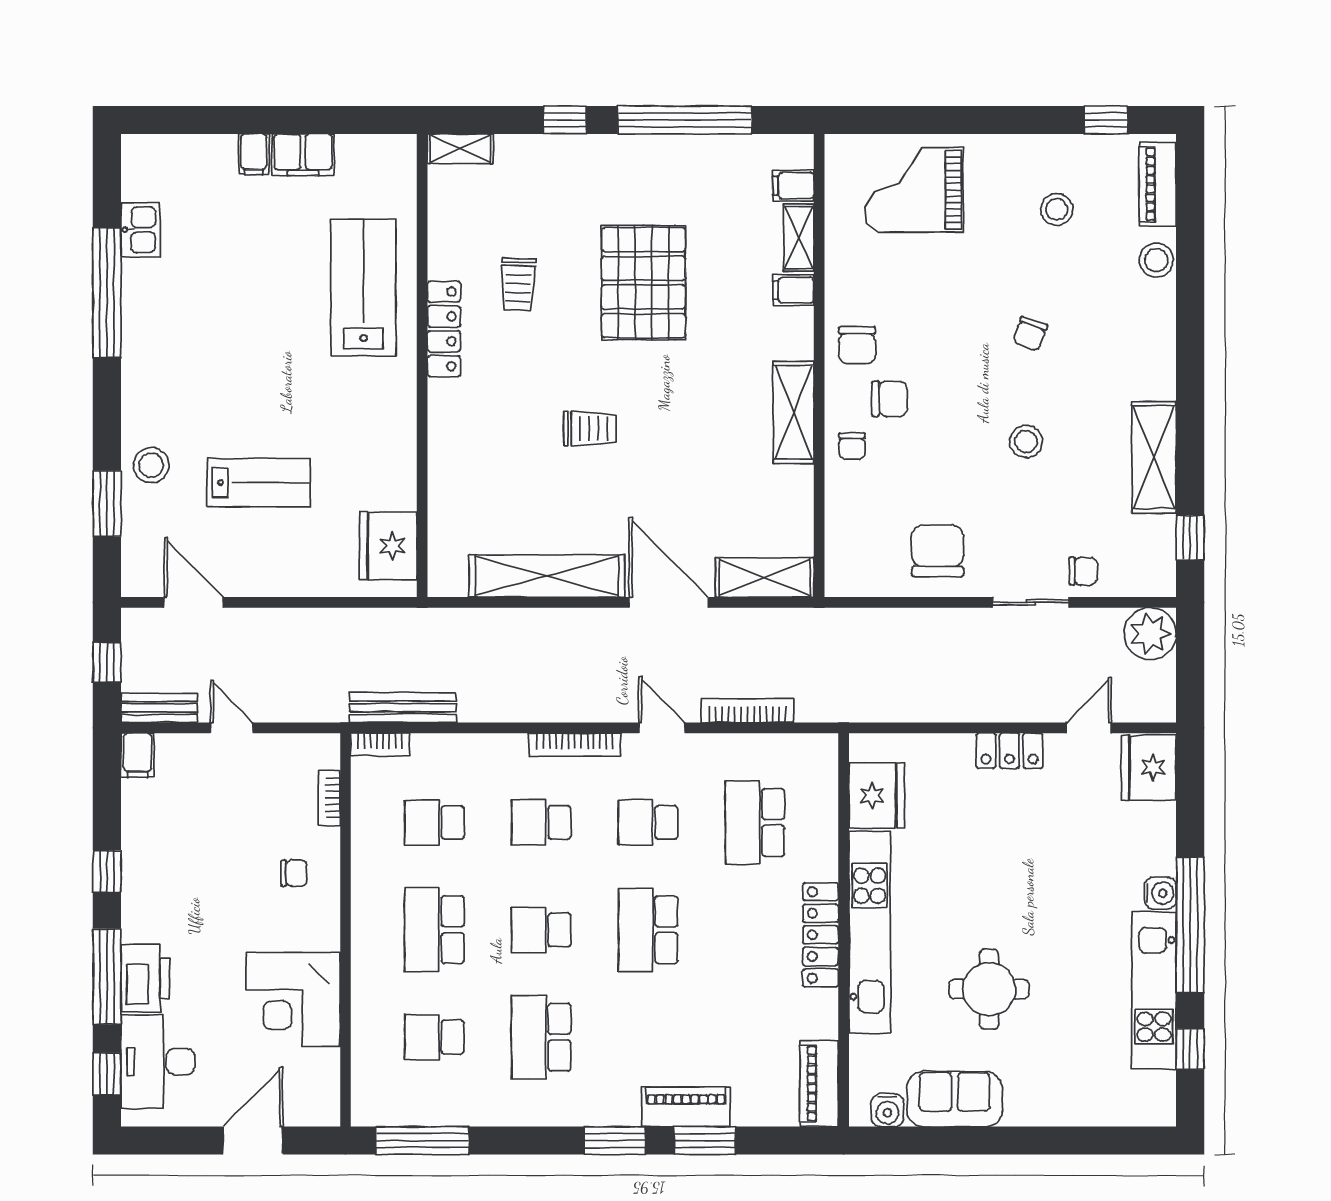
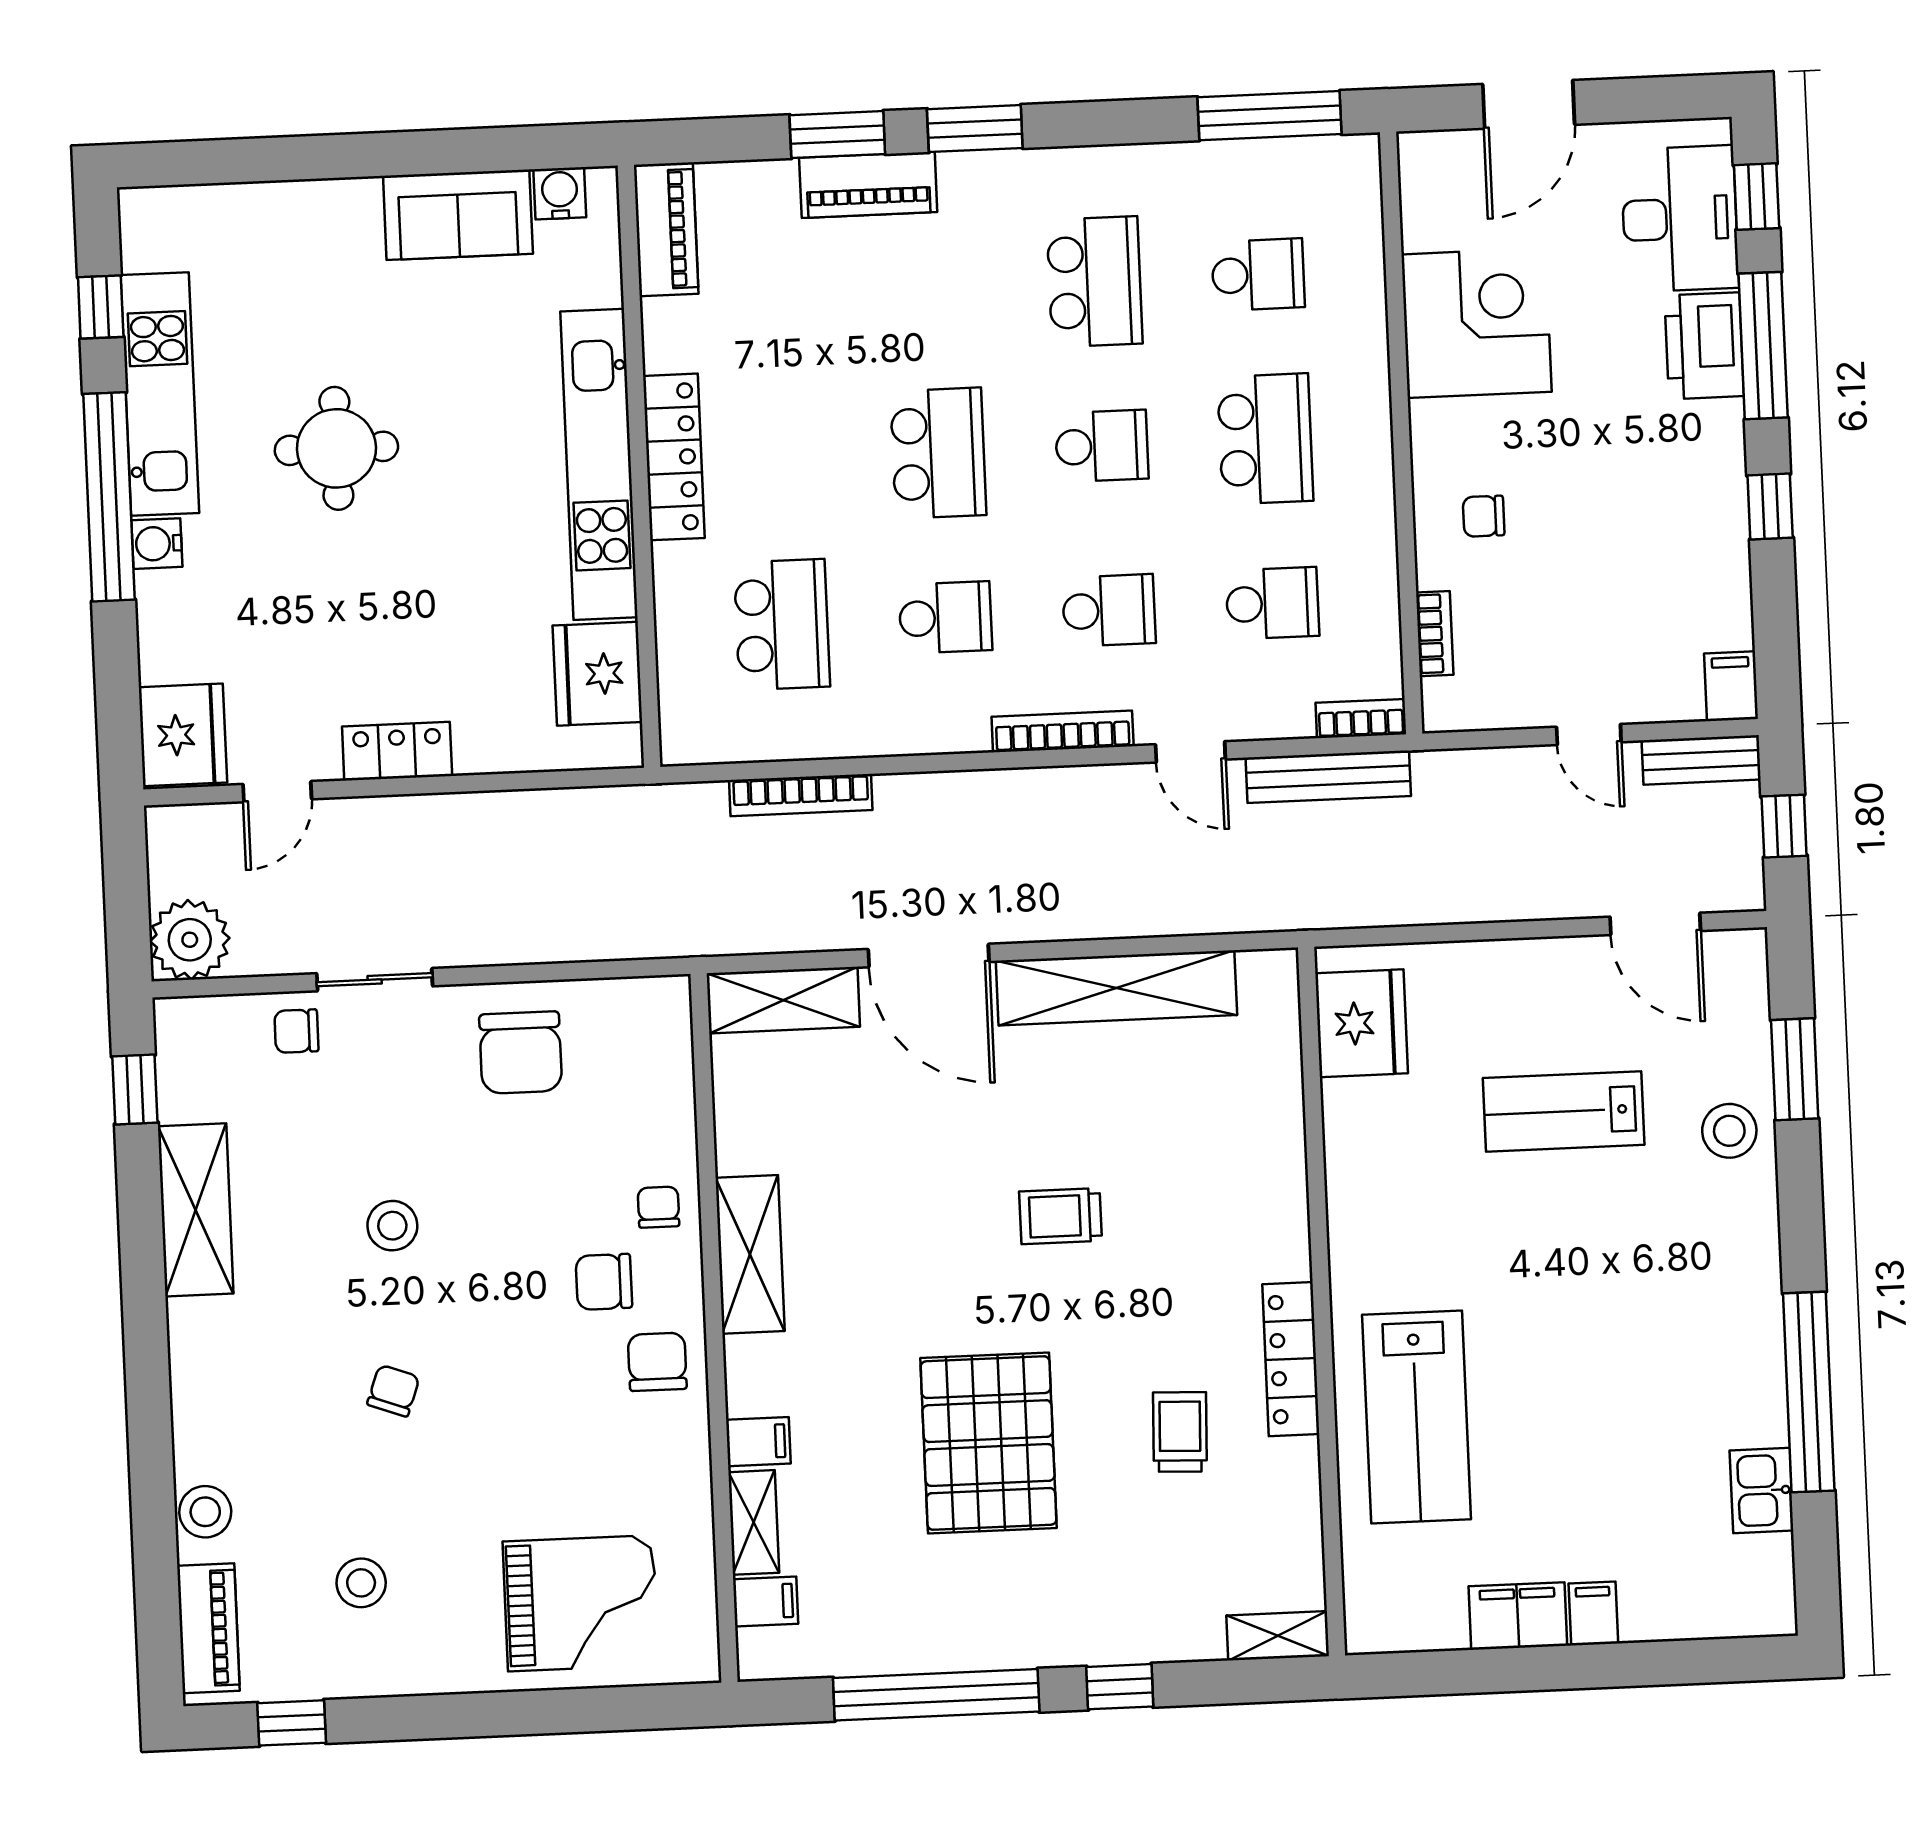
door: (662, 728) -> (1190, 752), moved
round table: (989, 989) -> (336, 448), moved

